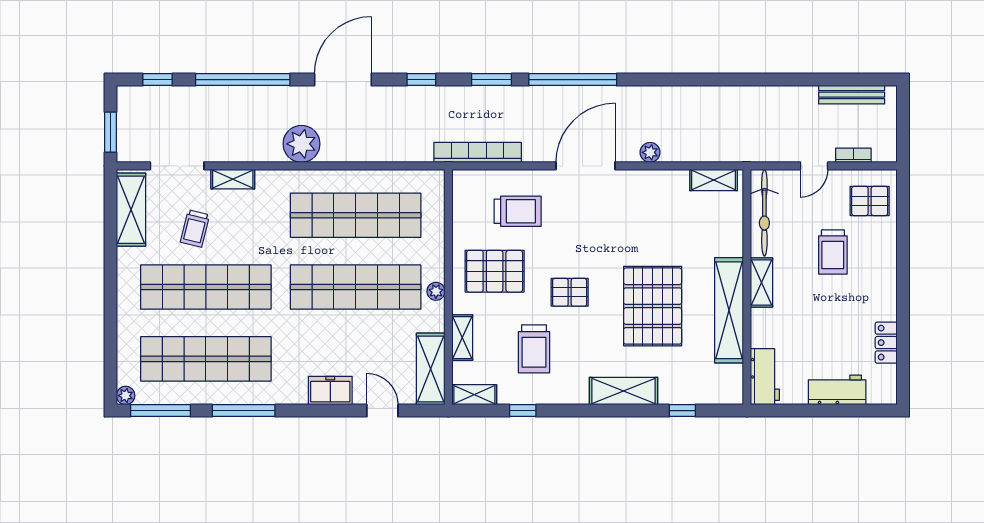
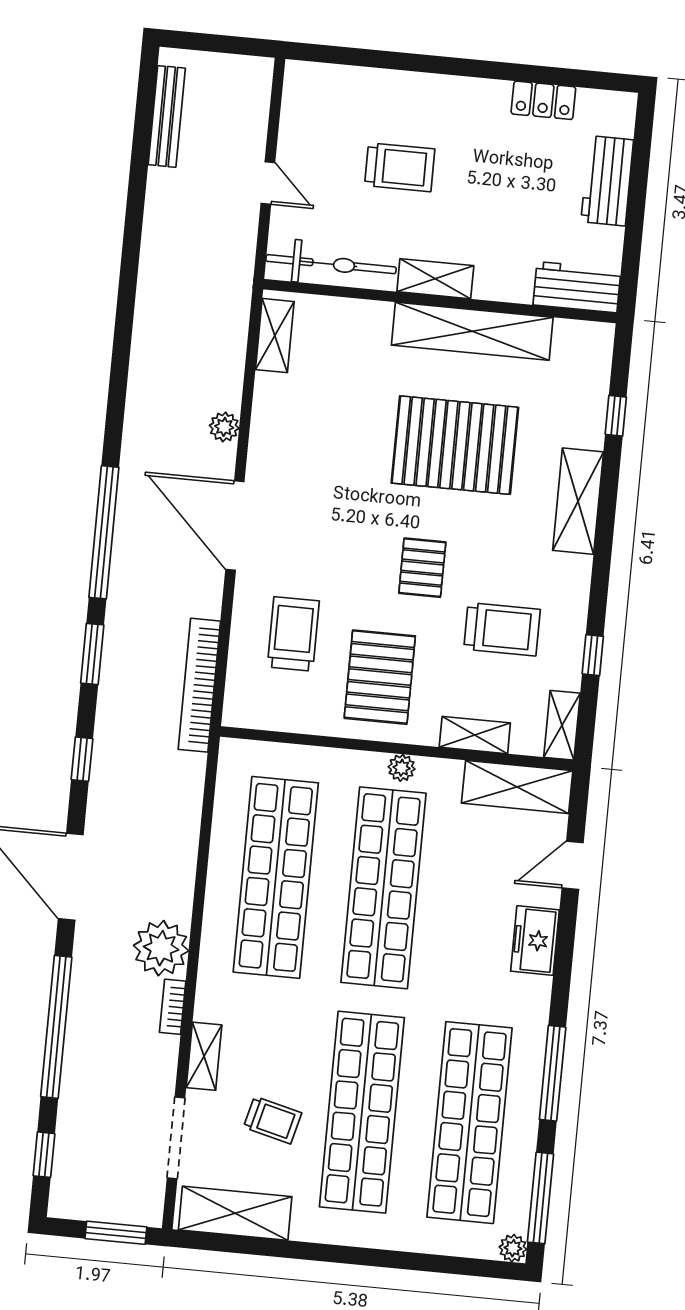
bookcase: (853, 155) -> (173, 1007), moved
pallet: (870, 201) -> (329, 105), removed

